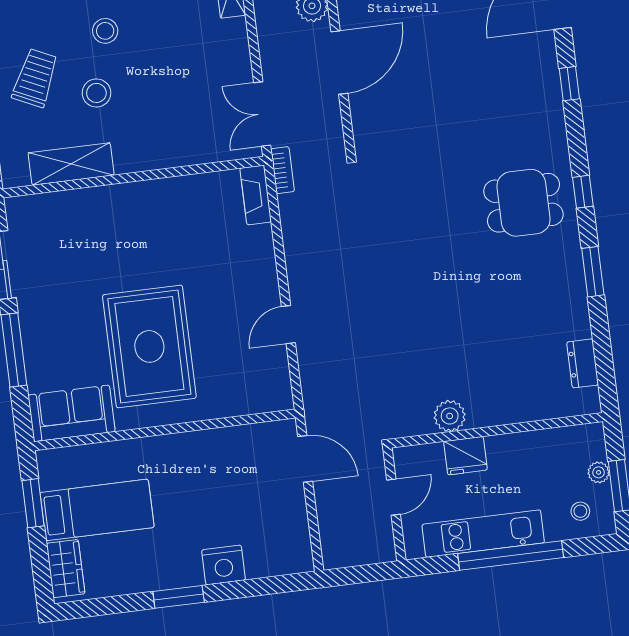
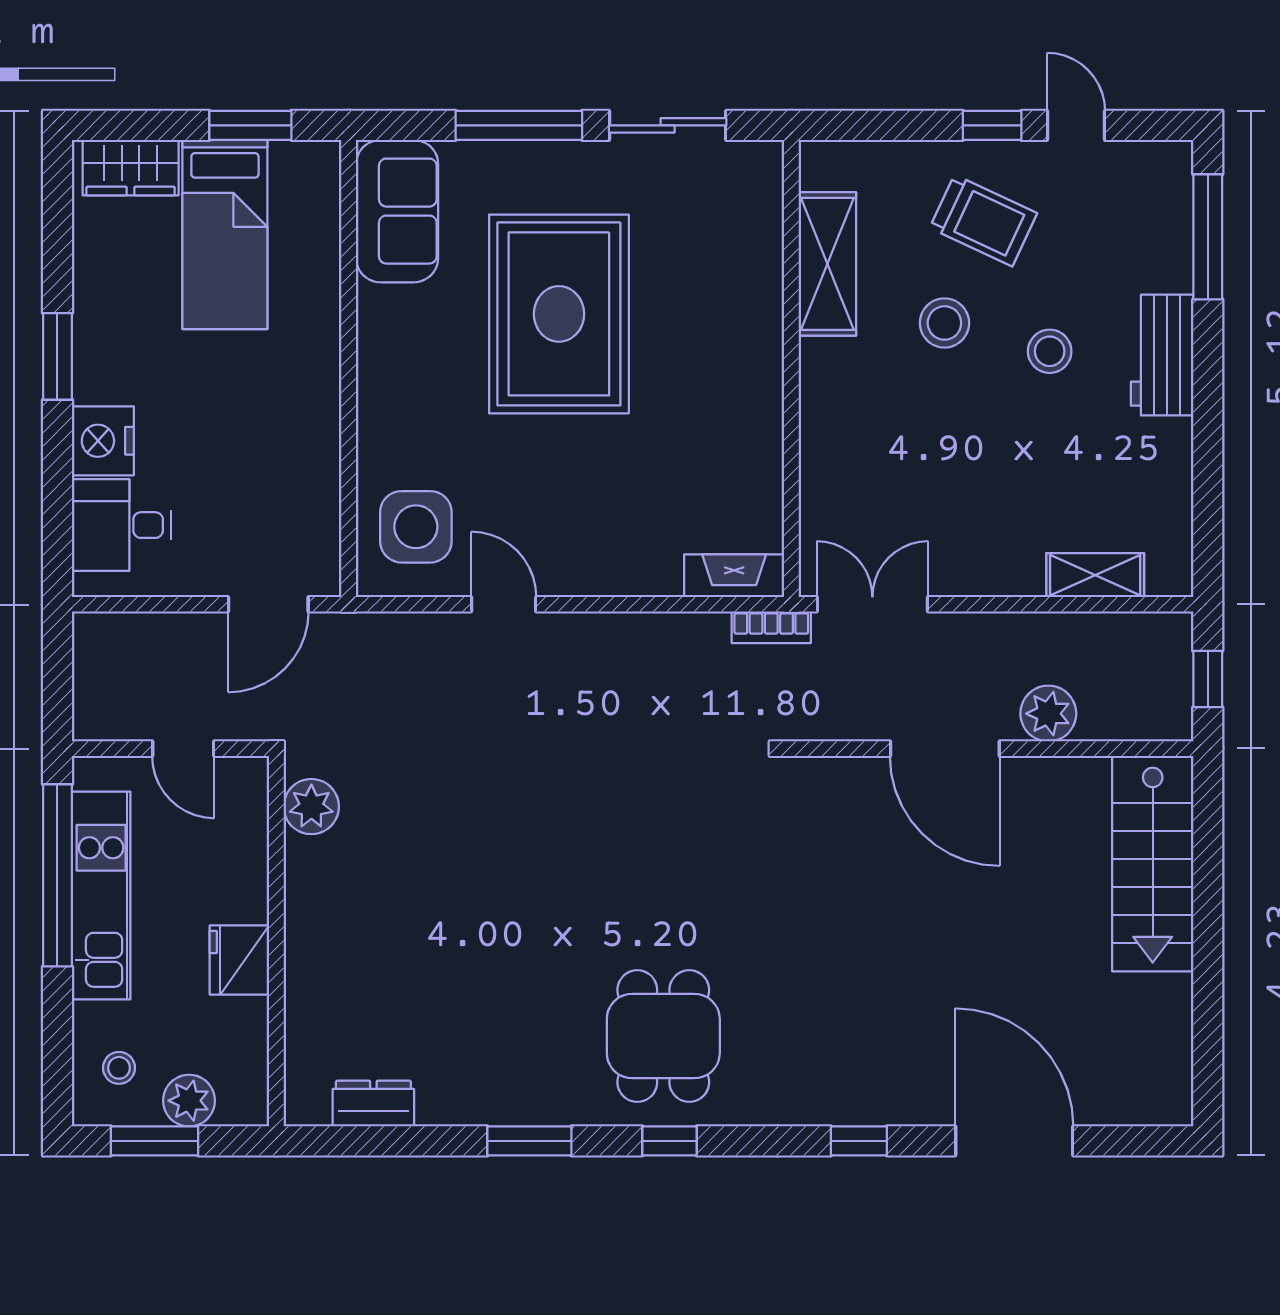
rug: (149, 346) -> (559, 314), moved, turned 90
side table: (250, 380) -> (416, 527), added
plant: (450, 416) -> (311, 807), moved
fridge: (465, 456) -> (239, 960), moved
plant: (599, 472) -> (189, 1101), width x1.38, depth x1.38
desk: (270, 548) -> (121, 525), added
window: (511, 556) -> (57, 875), moved

